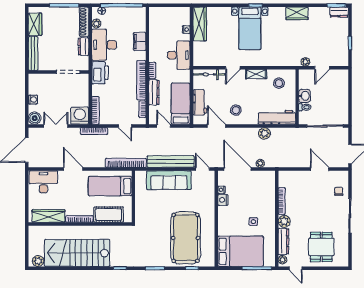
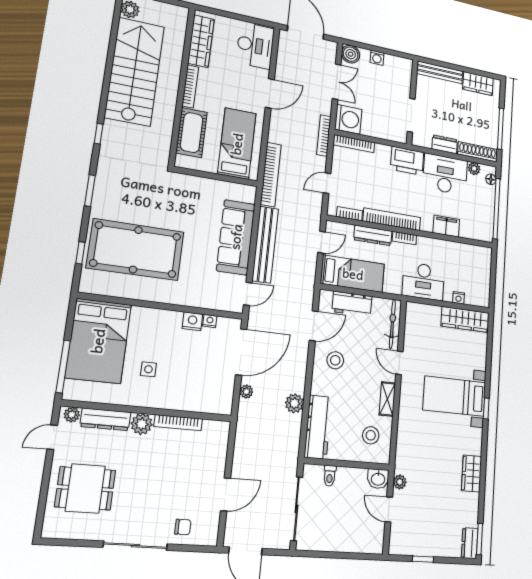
washbasin: (304, 96) -> (378, 479), moved

